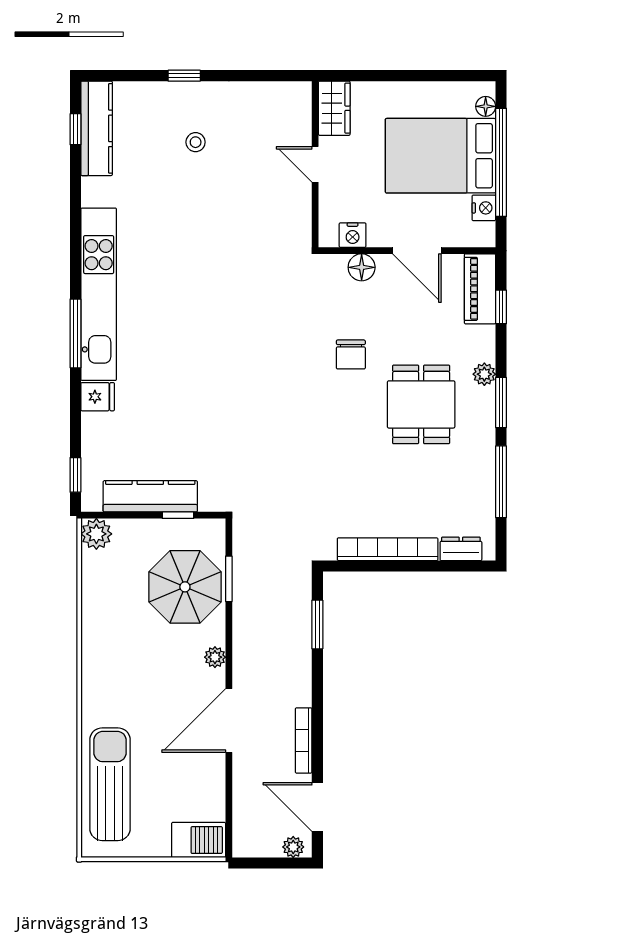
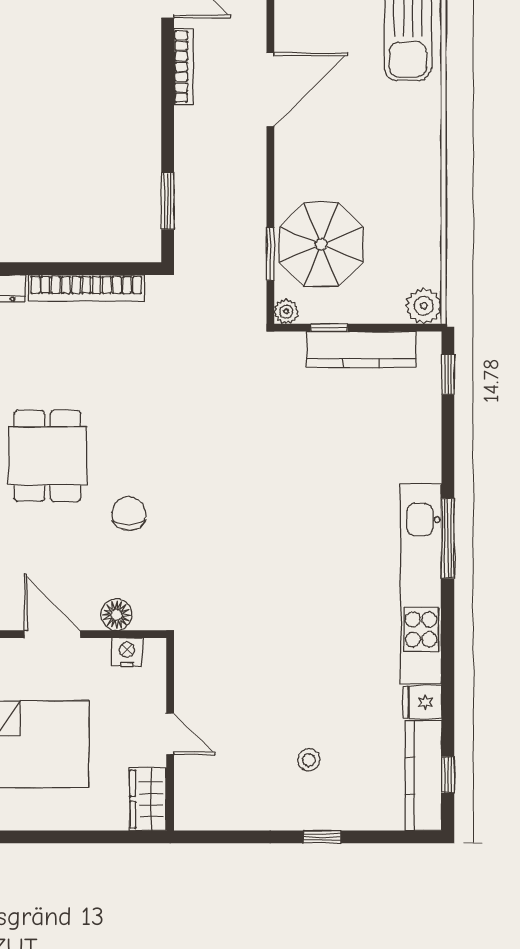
fridge: (98, 397) -> (422, 702), moved
plant: (215, 657) -> (286, 311), moved

